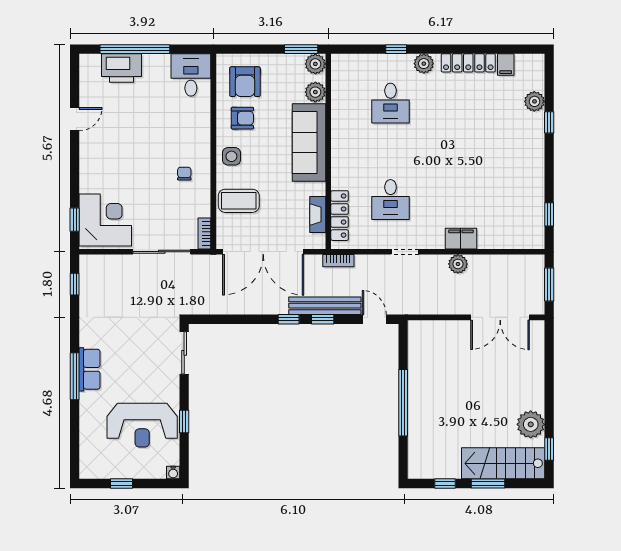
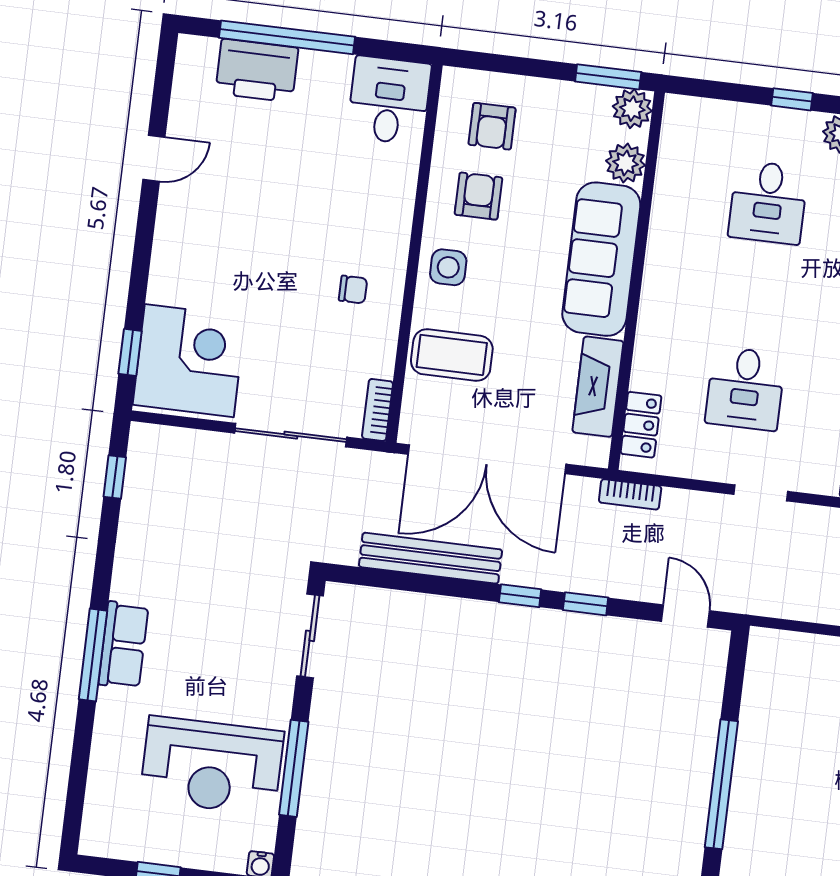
armchair: (245, 82) -> (492, 126), width x0.72, depth x0.72
armchair: (242, 118) -> (478, 196), turned -90
chair: (184, 174) -> (353, 290), turned 90
fireplace: (318, 215) -> (598, 387), width x1.37, depth x1.32
locker: (340, 216) -> (641, 425), width x0.66
bench: (325, 306) -> (430, 558), moved
window: (184, 421) -> (294, 768), width x2.17

